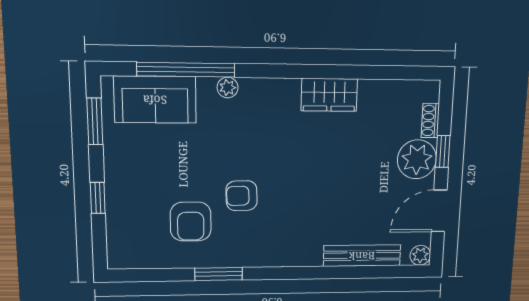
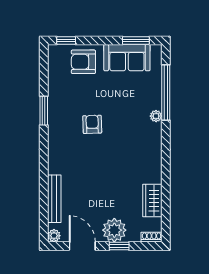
wardrobe: (329, 95) -> (152, 201), moved
sofa: (155, 100) -> (127, 58), moved, turned -90
shoe rack: (430, 121) -> (152, 237), moved
window: (98, 198) -> (66, 40), moved
armchair: (191, 222) -> (83, 62), moved

